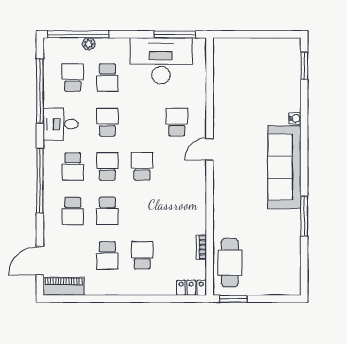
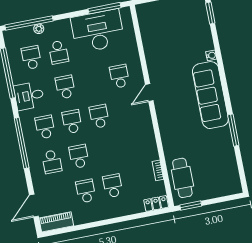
school desk: (73, 166) -> (45, 127), turned 180
school desk: (107, 211) -> (79, 156), turned 180
school desk: (107, 255) -> (86, 191), turned 180

